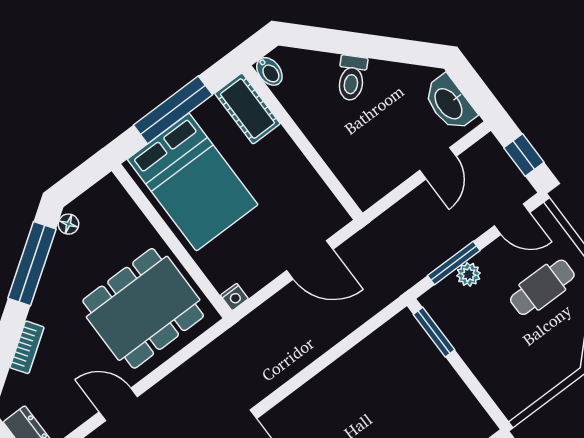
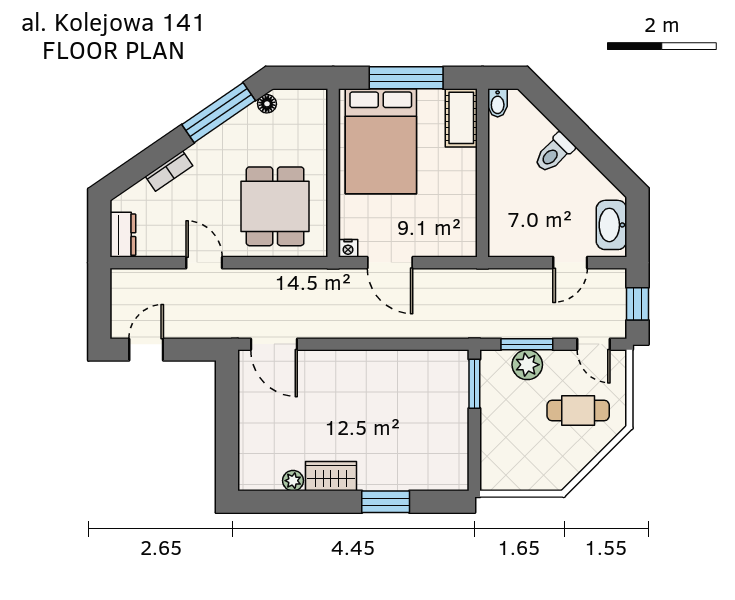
door: (310, 260) -> (390, 263), moved
plant: (469, 274) -> (527, 365), width x1.38, depth x1.38
dining table: (143, 308) -> (275, 206), width x0.73

